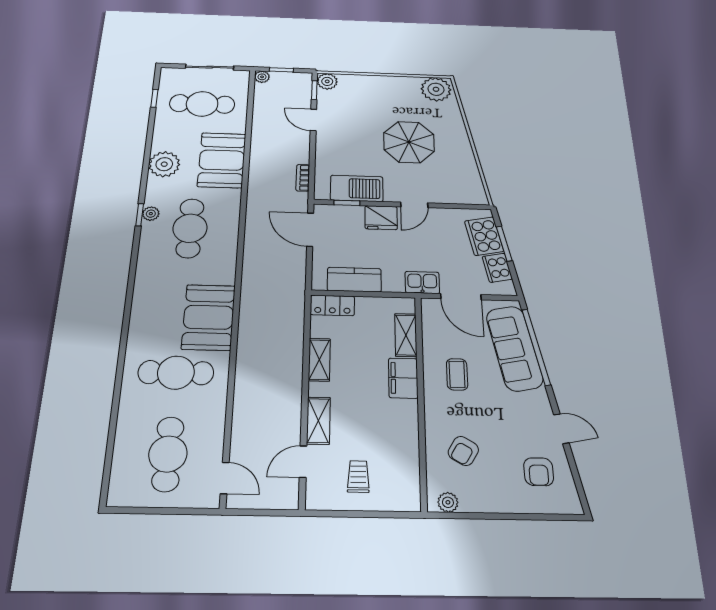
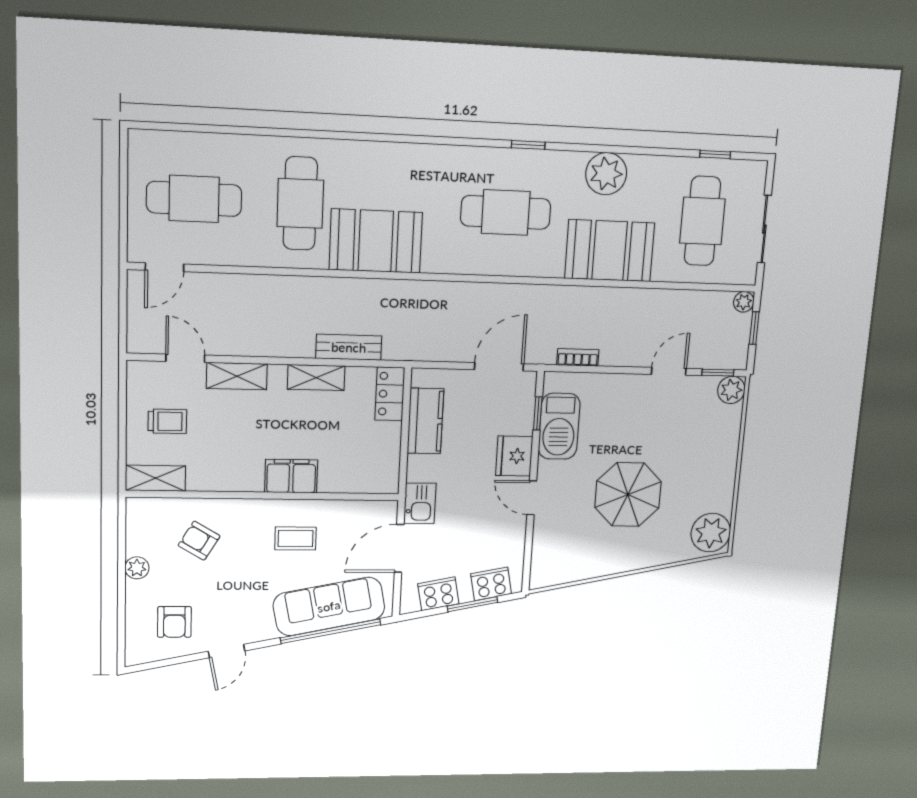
plant: (151, 214) -> (529, 160), removed
cooker: (484, 236) -> (491, 584), width x0.73, depth x0.76
shelving: (406, 335) -> (155, 478), moved
bench: (294, 336) -> (349, 347), added
armchair: (539, 472) -> (174, 622), turned -90
plant: (448, 502) -> (137, 568), moved

